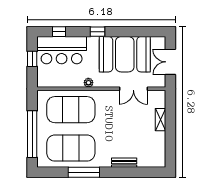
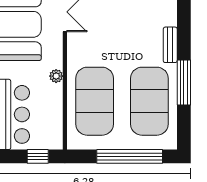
window: (32, 59) -> (38, 156), moved
bench: (124, 163) -> (170, 45), moved

